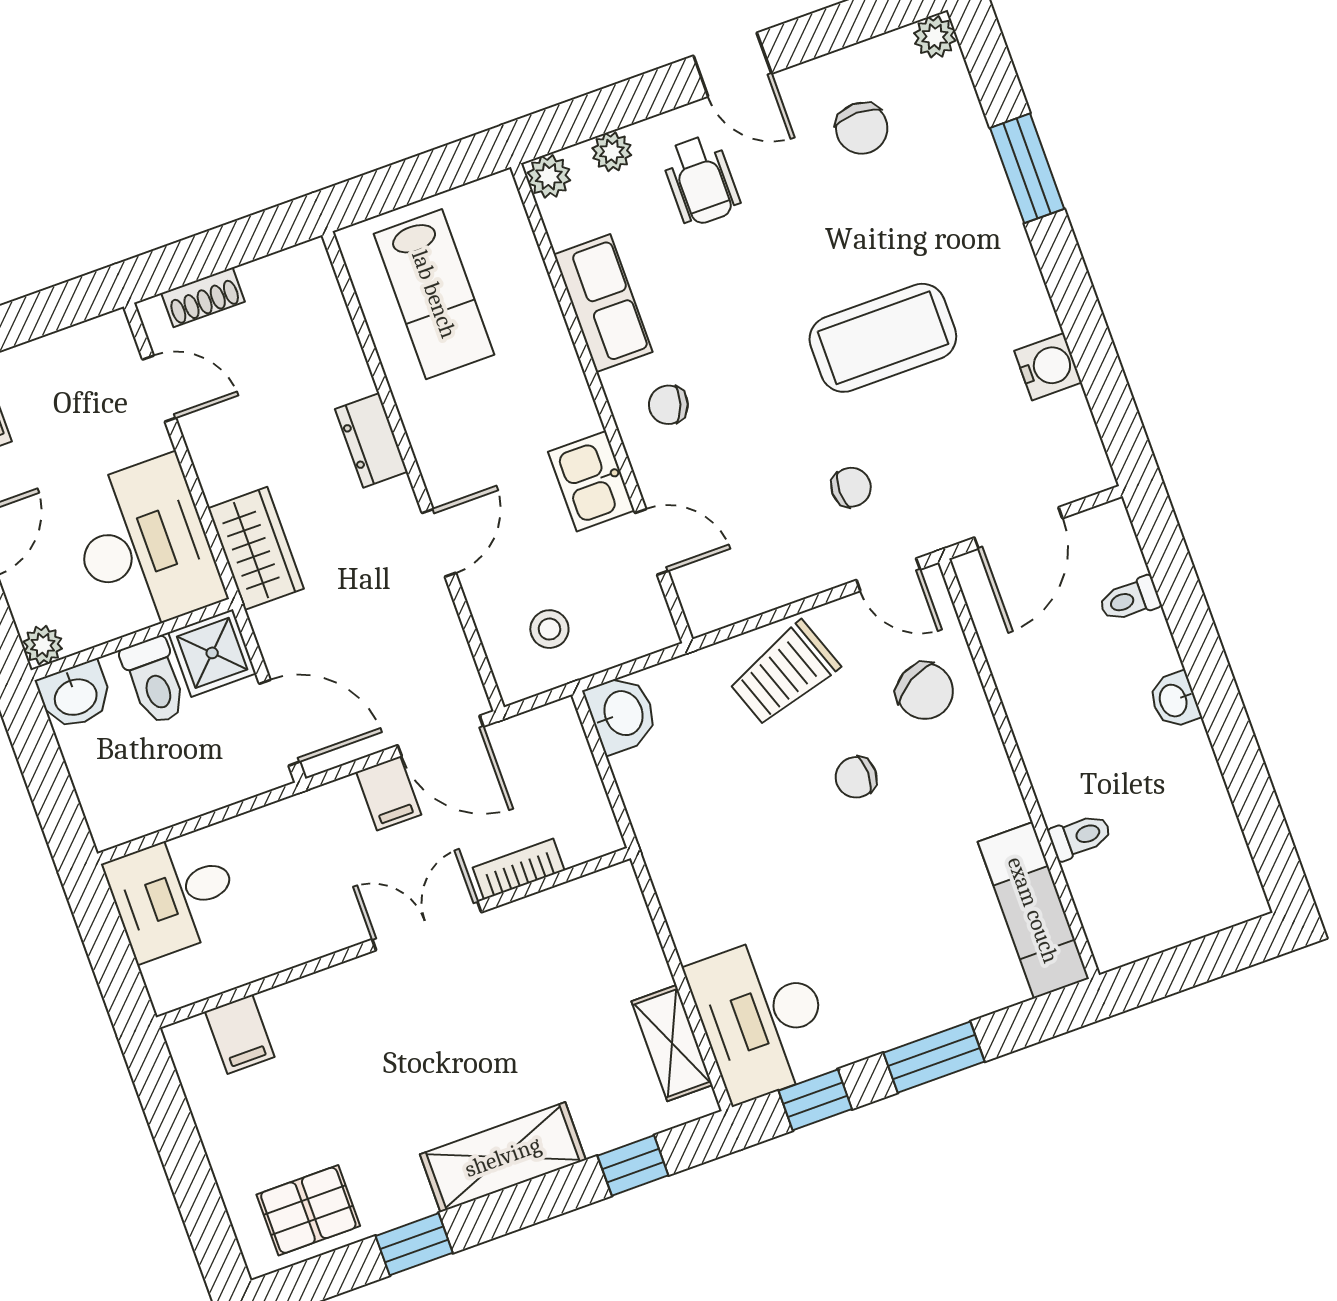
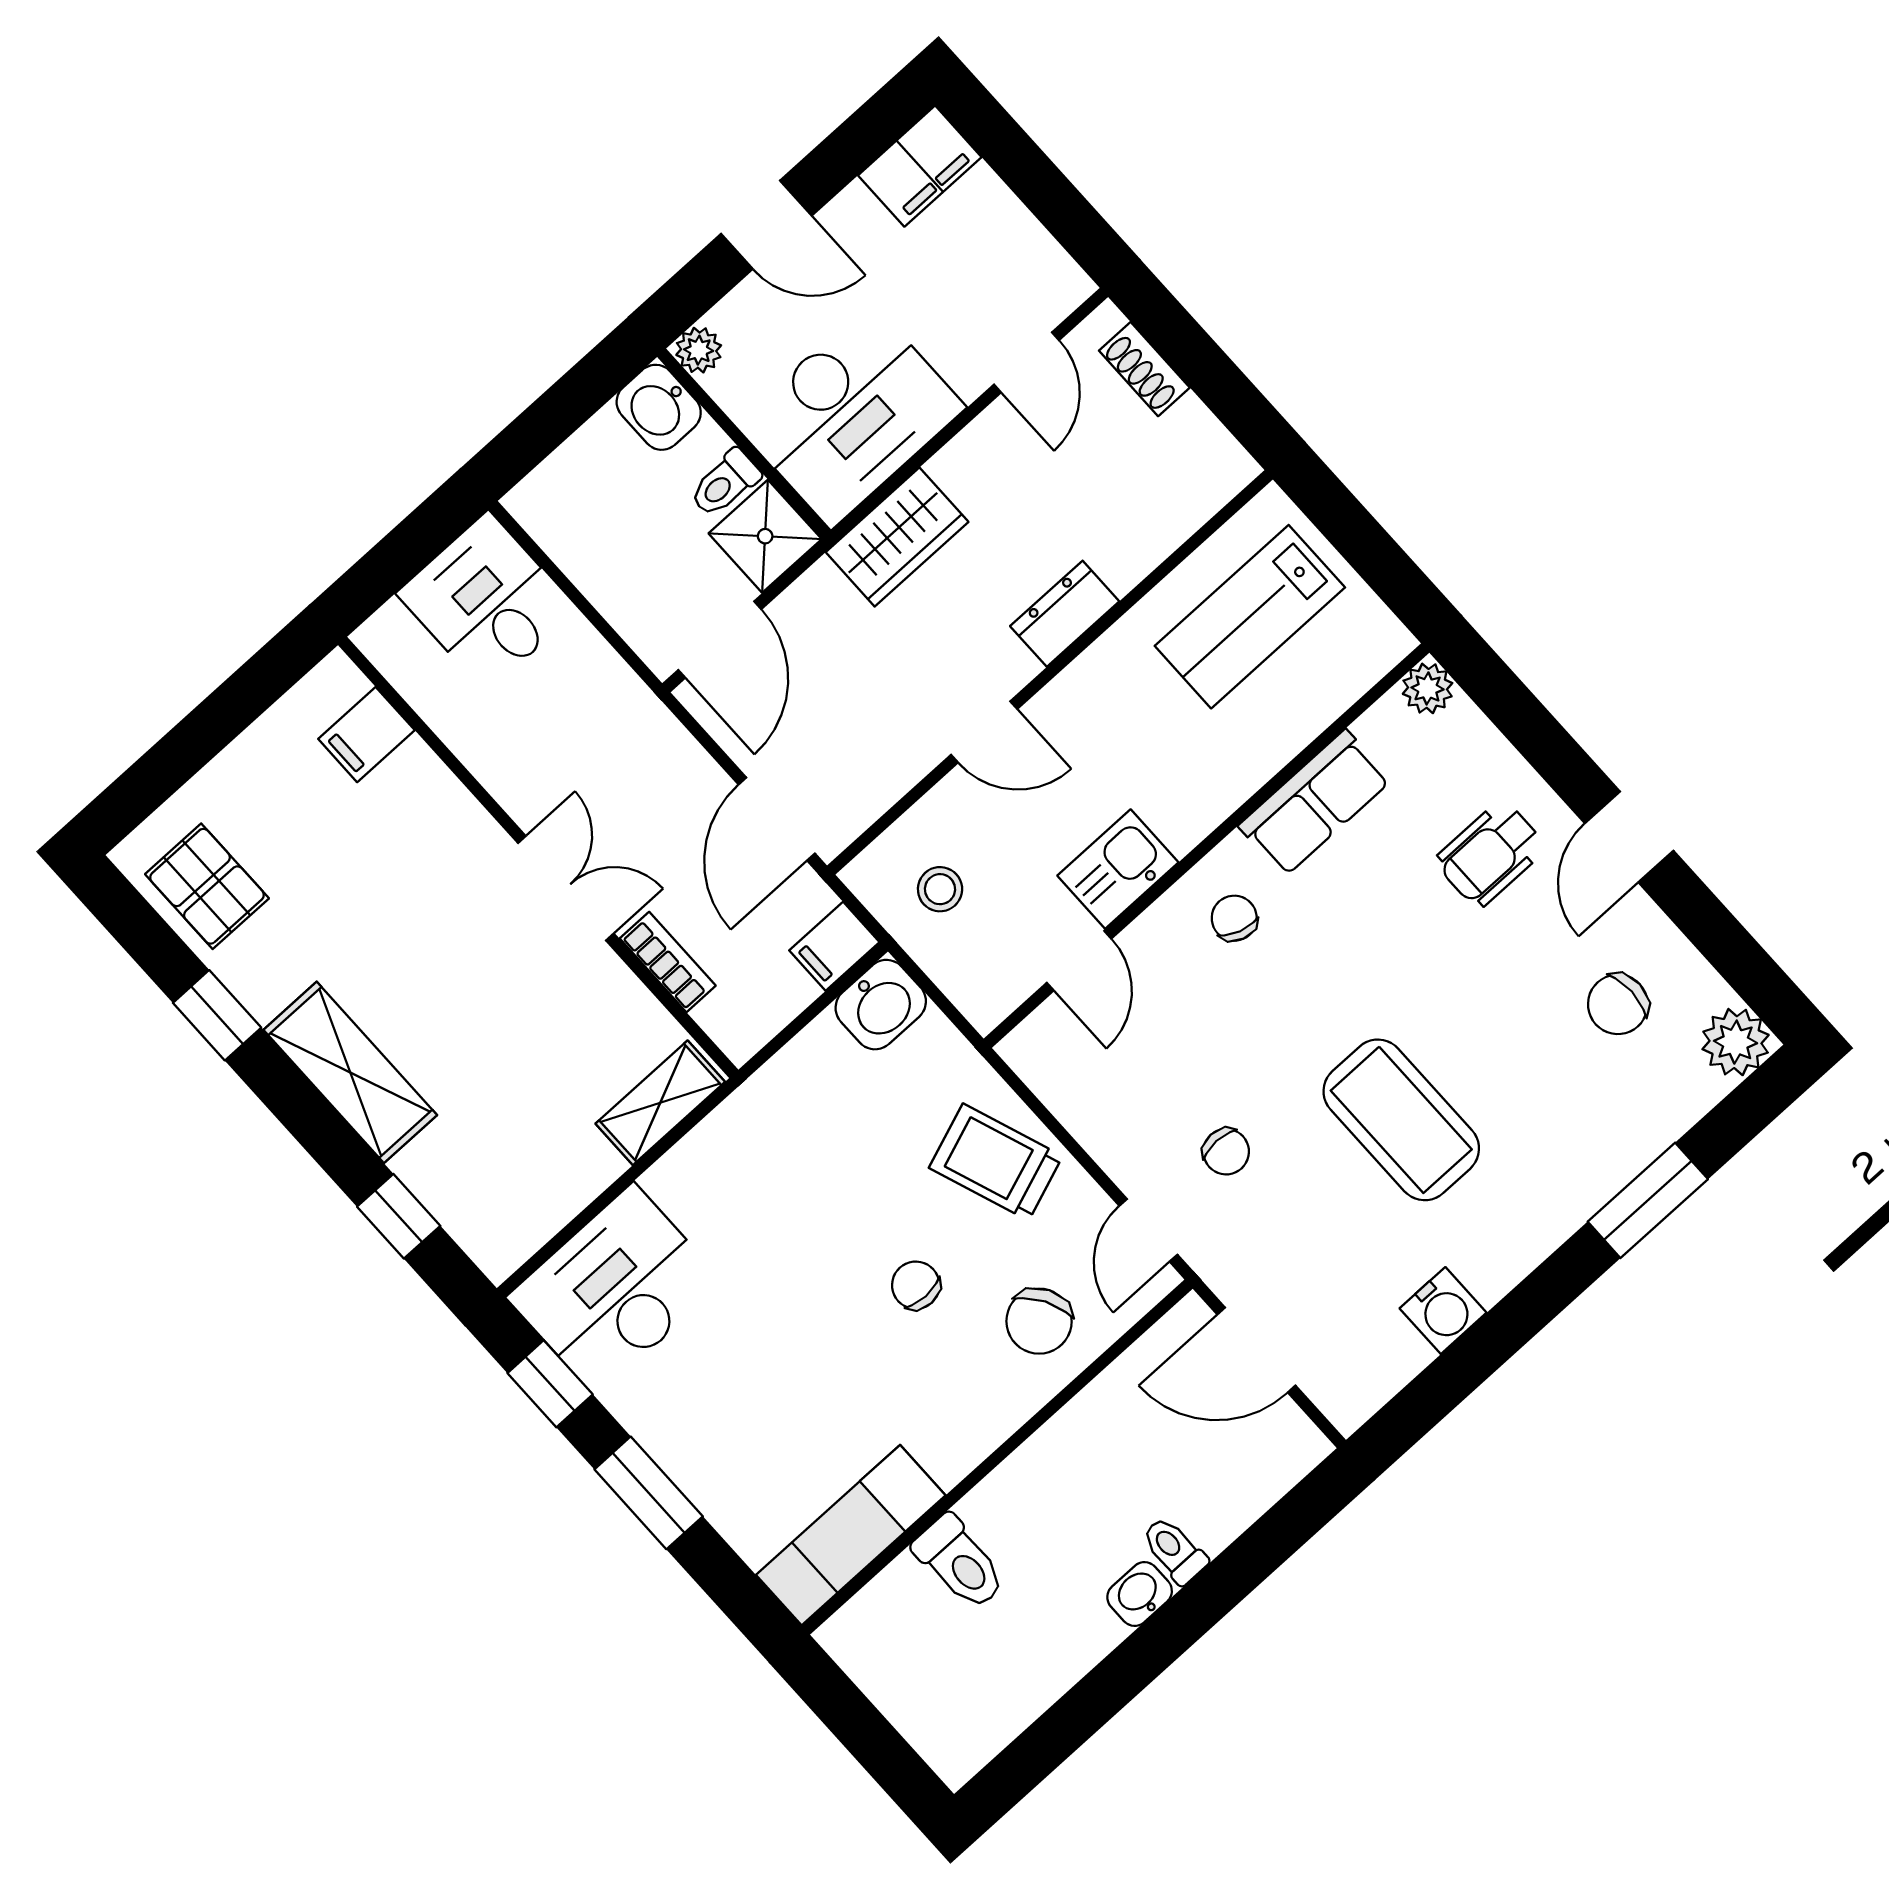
plant: (935, 37) -> (1736, 1042), width x1.38, depth x1.38
plant: (612, 152) -> (1482, 745), removed
toilet: (1130, 599) -> (1174, 1550), moved
toilet: (154, 681) -> (725, 483), width x0.73, depth x0.72
filing cabinet: (389, 793) -> (834, 946), moved
toilet: (1080, 836) -> (960, 1563), width x1.37, depth x1.39
shelving: (672, 1043) -> (660, 1103), moved

